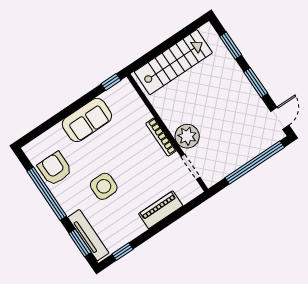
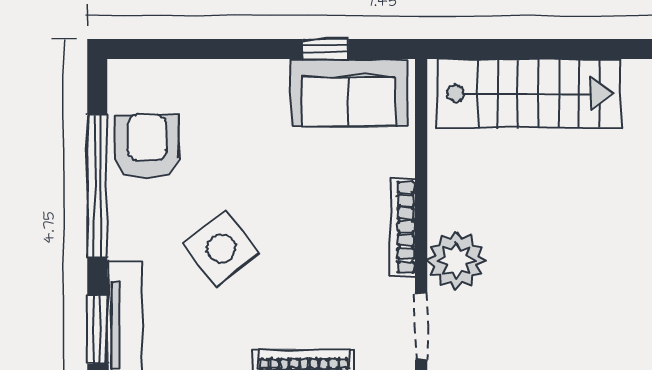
window: (111, 82) -> (326, 49), moved
sofa: (87, 120) -> (349, 93), moved
side table: (104, 186) -> (221, 248), turned -37

